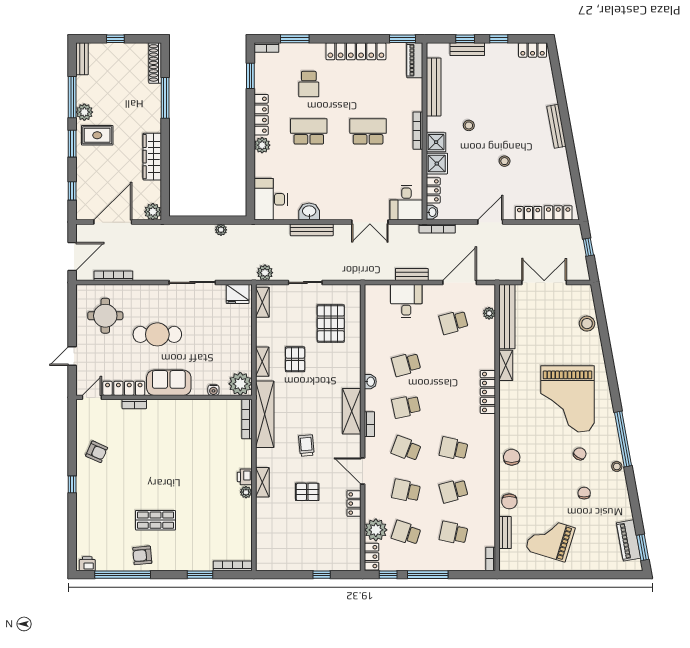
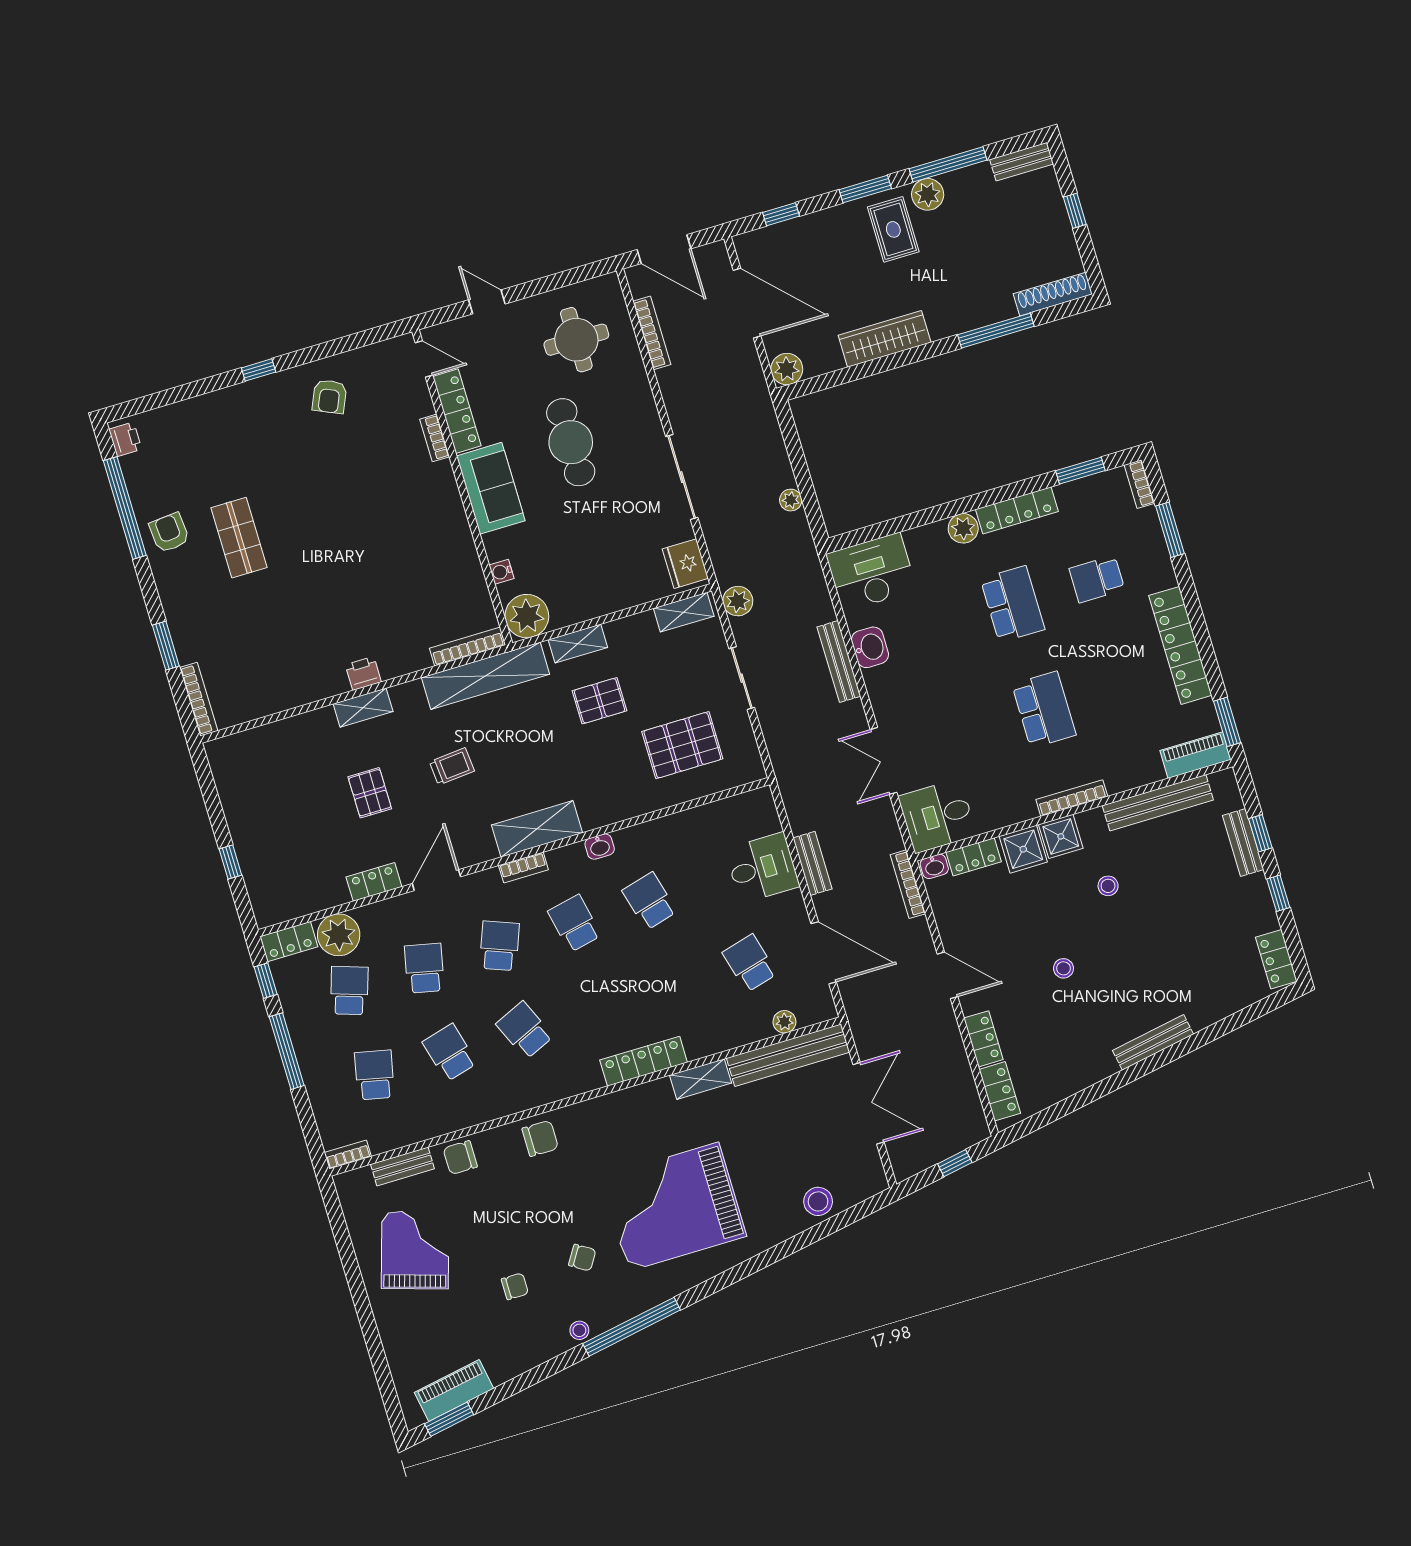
school desk: (454, 449) -> (525, 1030), turned -36
plant: (246, 492) -> (337, 684), removed

